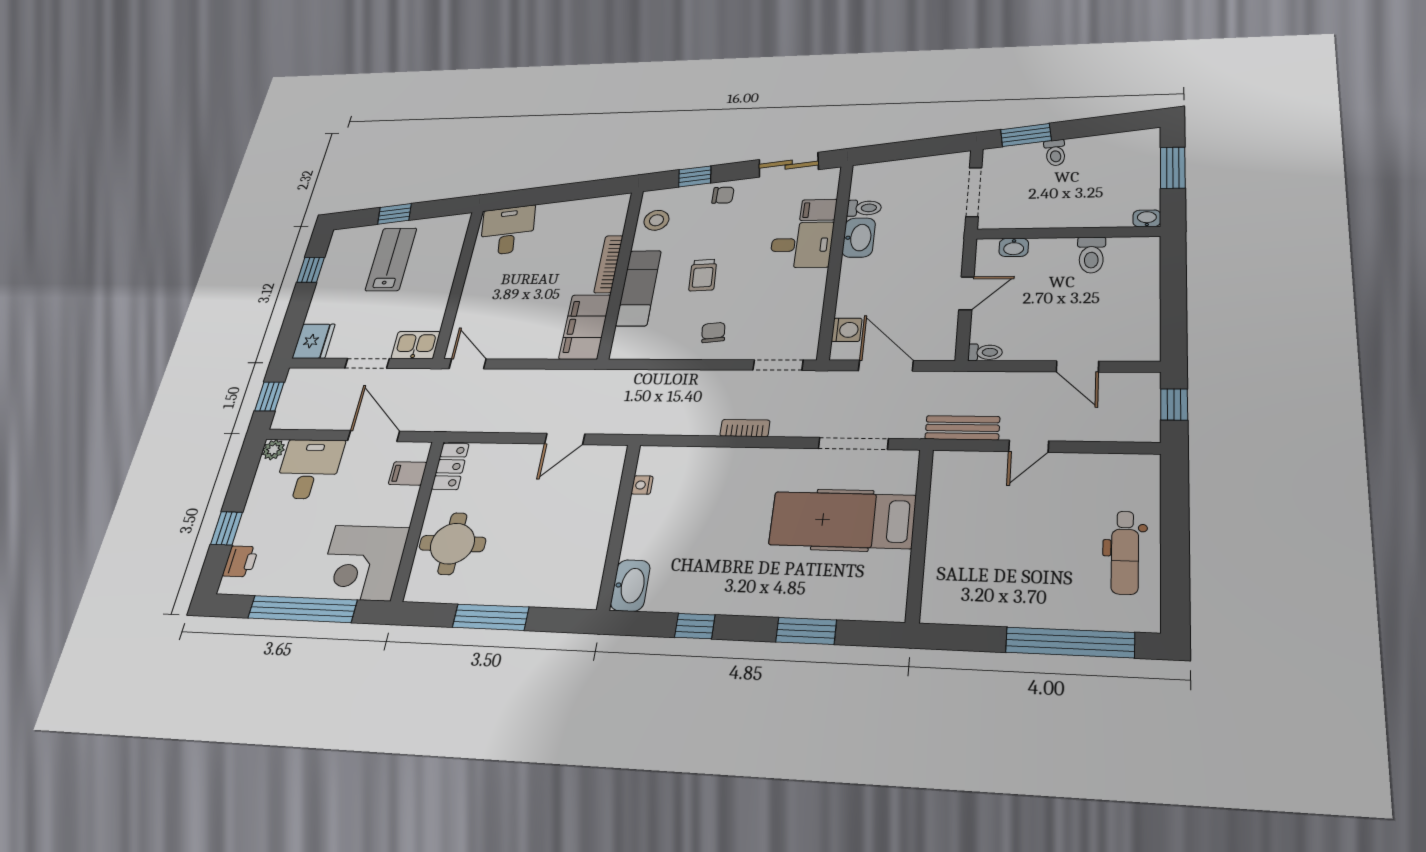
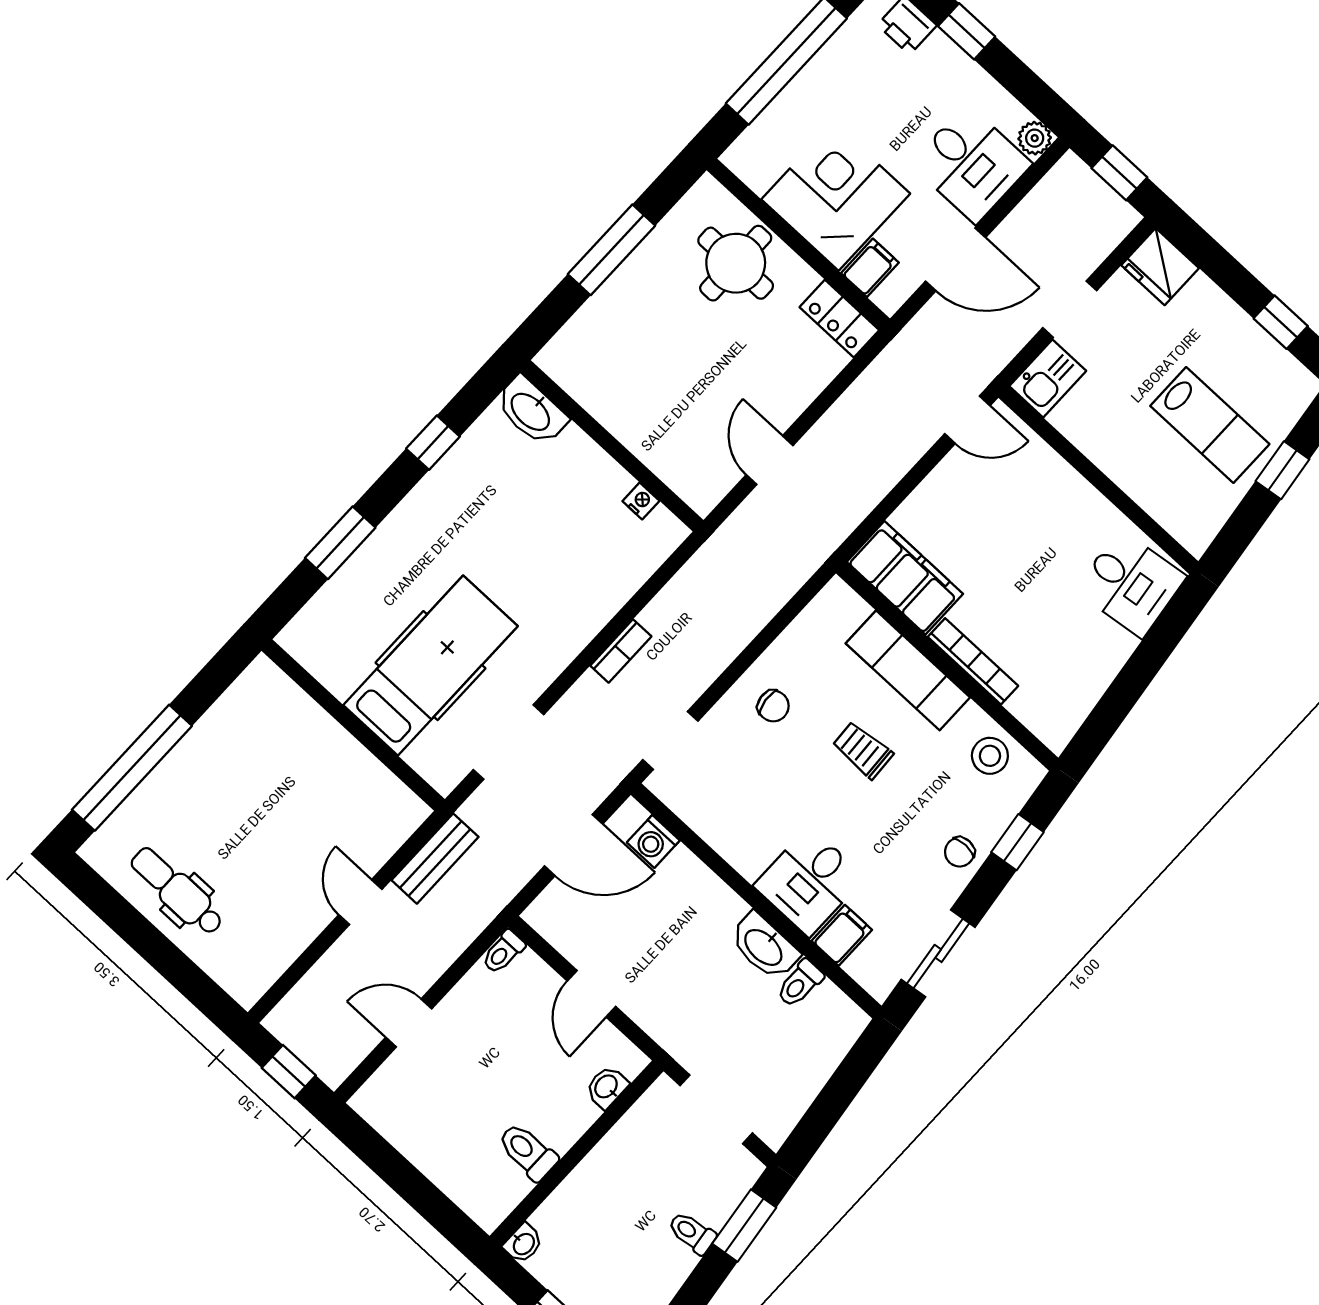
corner desk: (363, 563) -> (836, 196), moved

